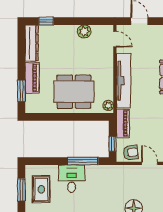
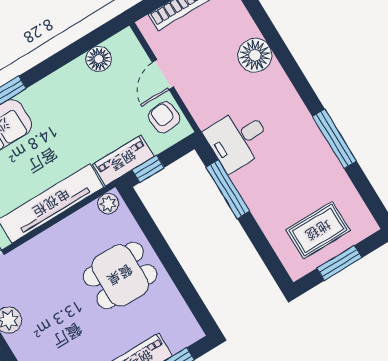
dining table: (74, 92) -> (120, 275), width x0.73
window: (113, 144) -> (148, 169), moved
desk: (72, 179) -> (238, 139), moved

